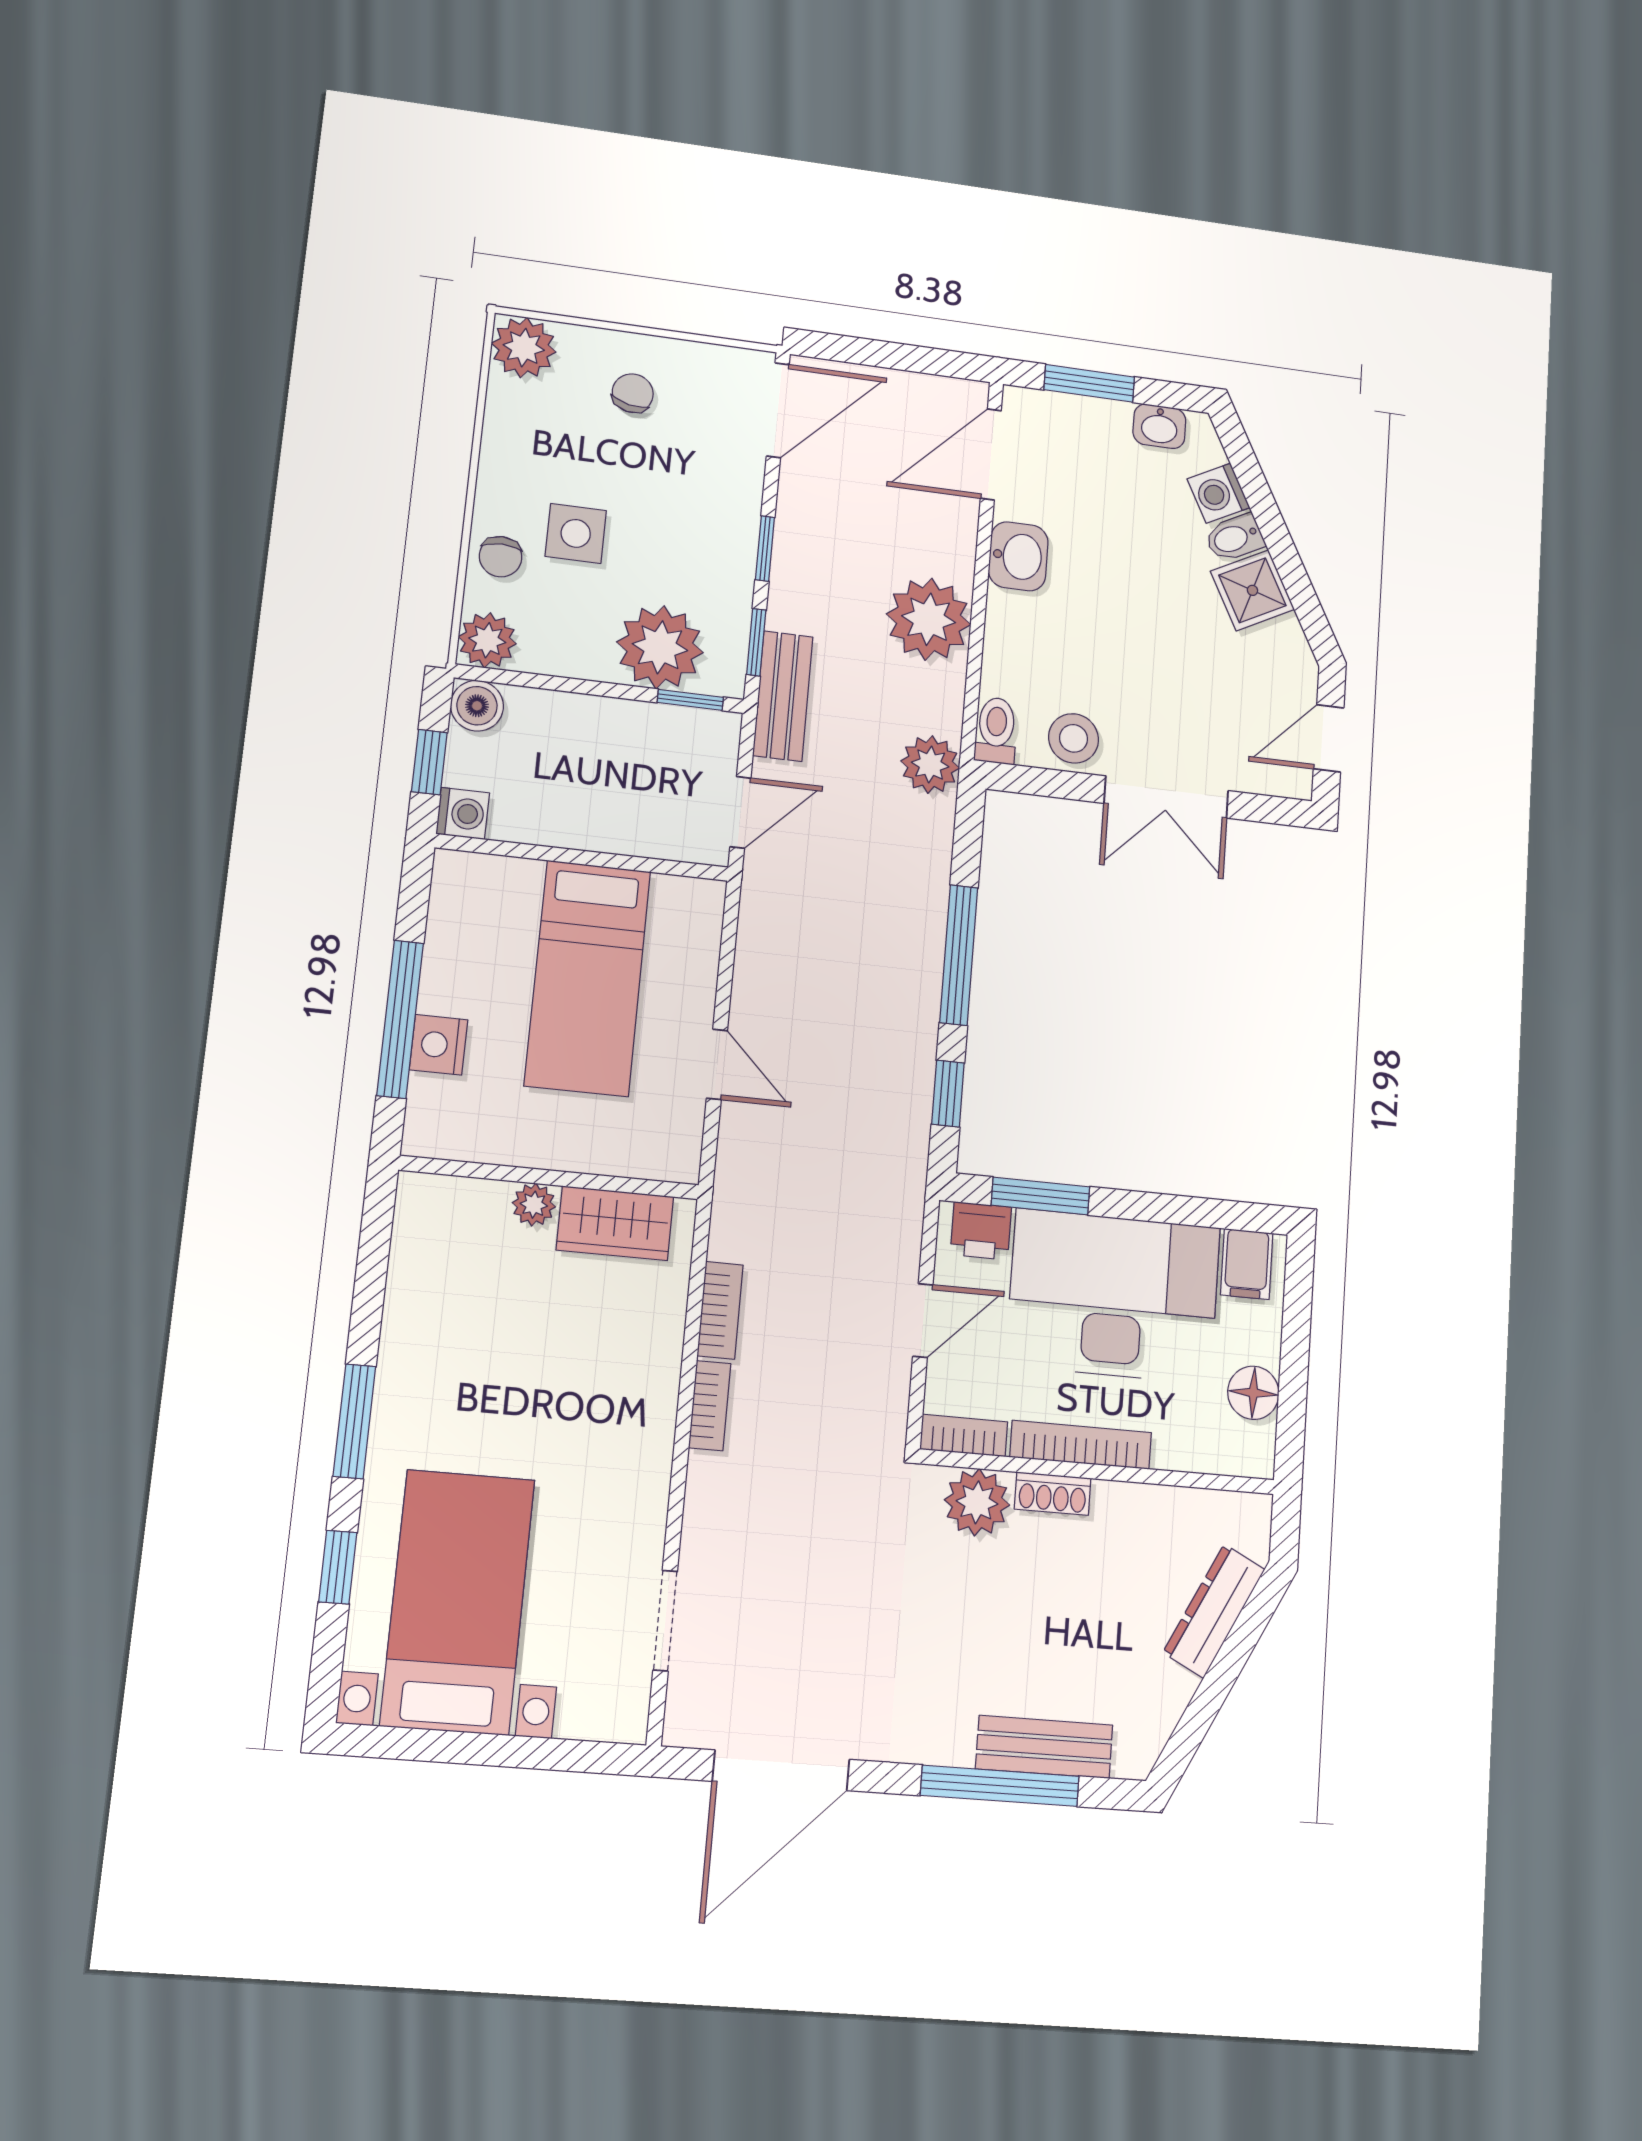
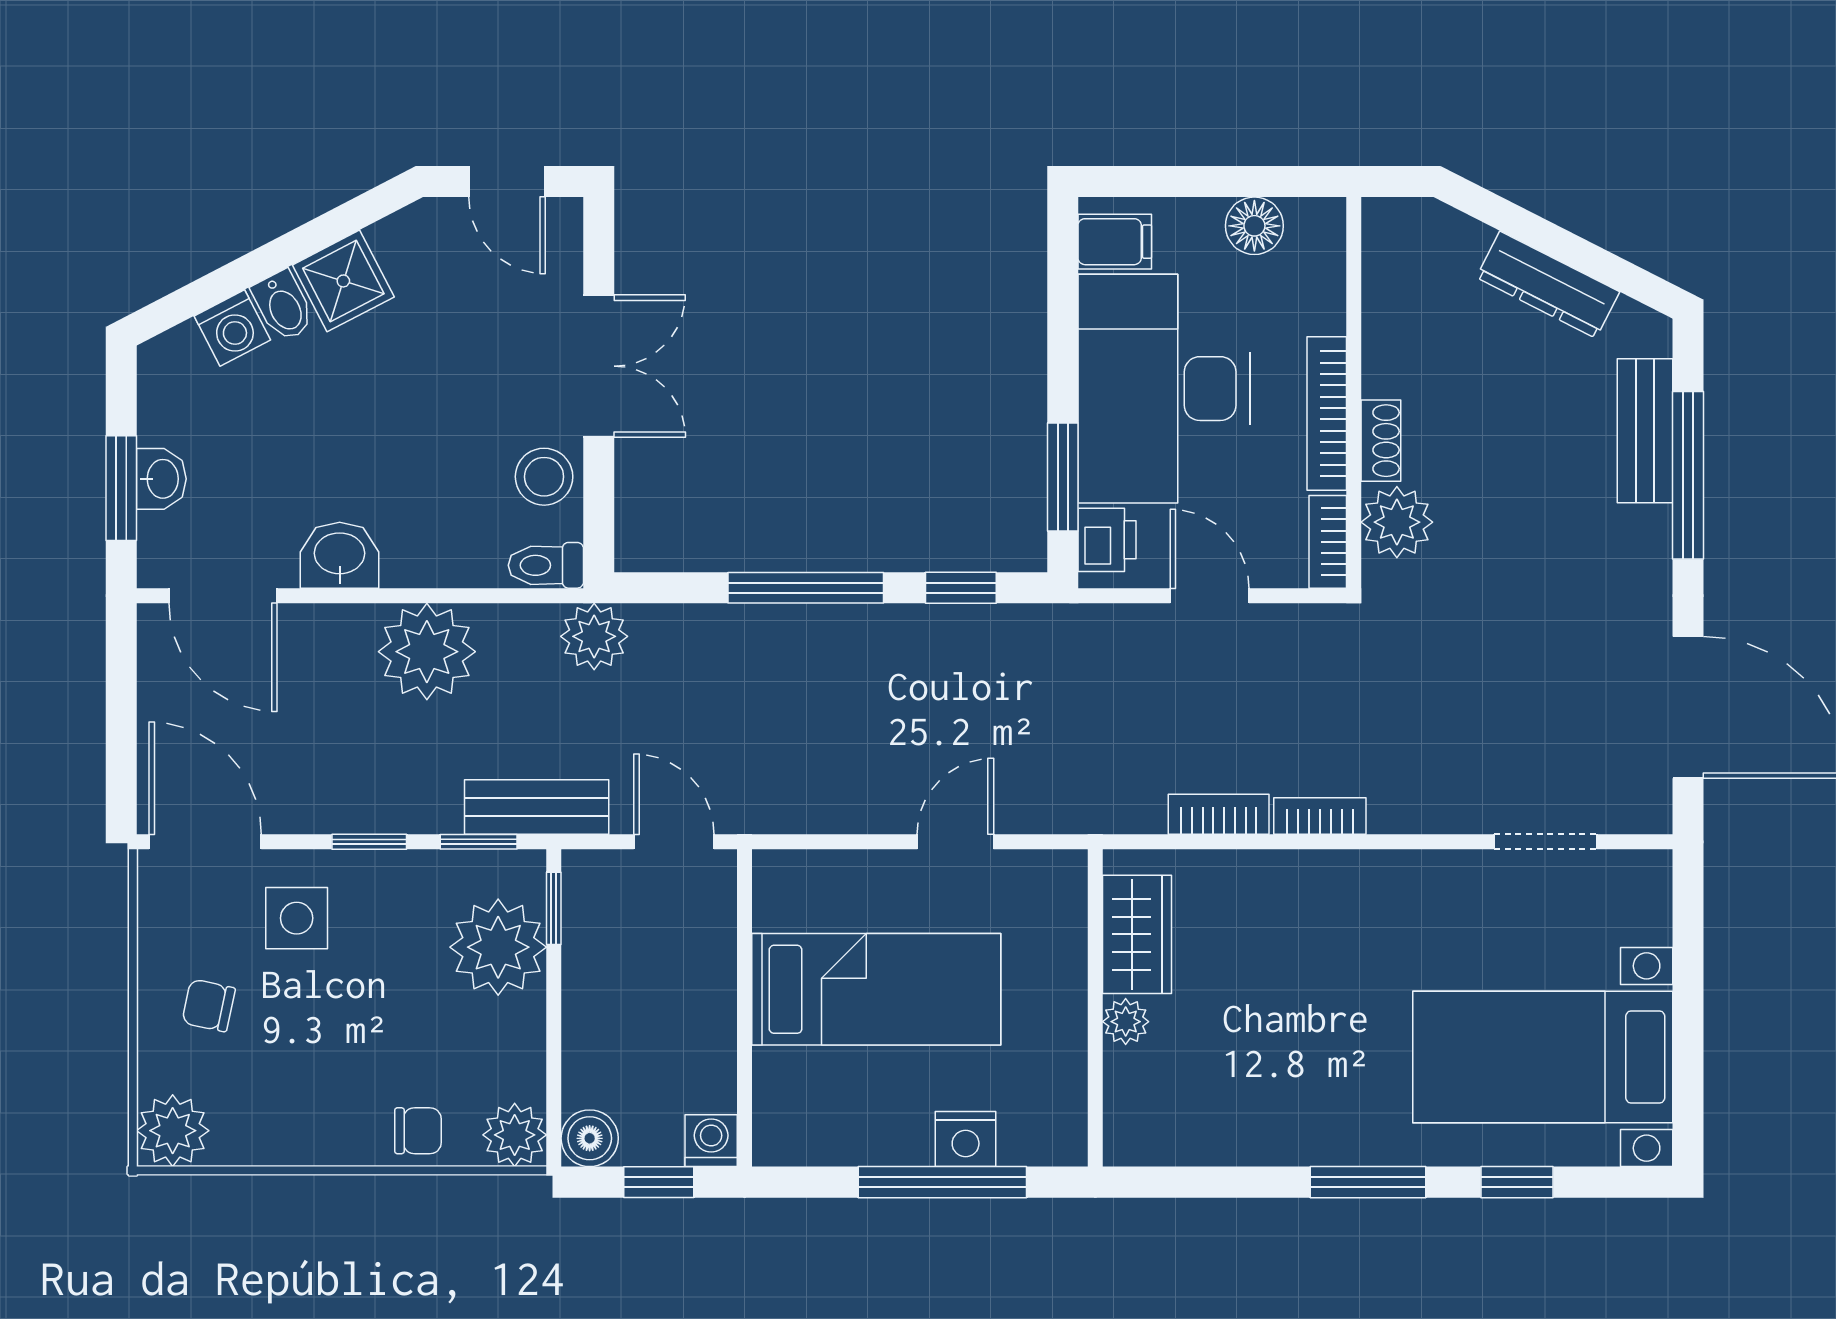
washbasin: (1159, 426) -> (161, 479), moved
side table: (576, 533) -> (297, 918), moved
dresser: (1214, 1611) -> (1548, 285), moved

